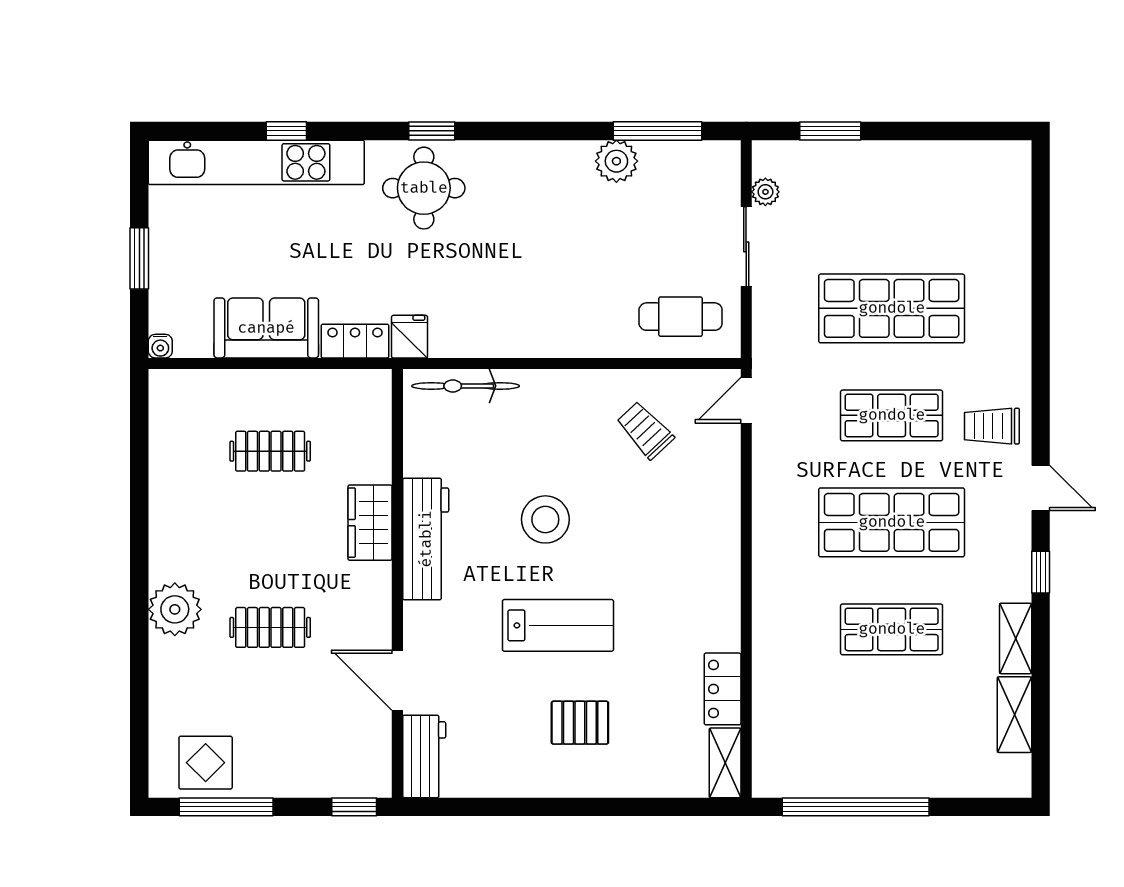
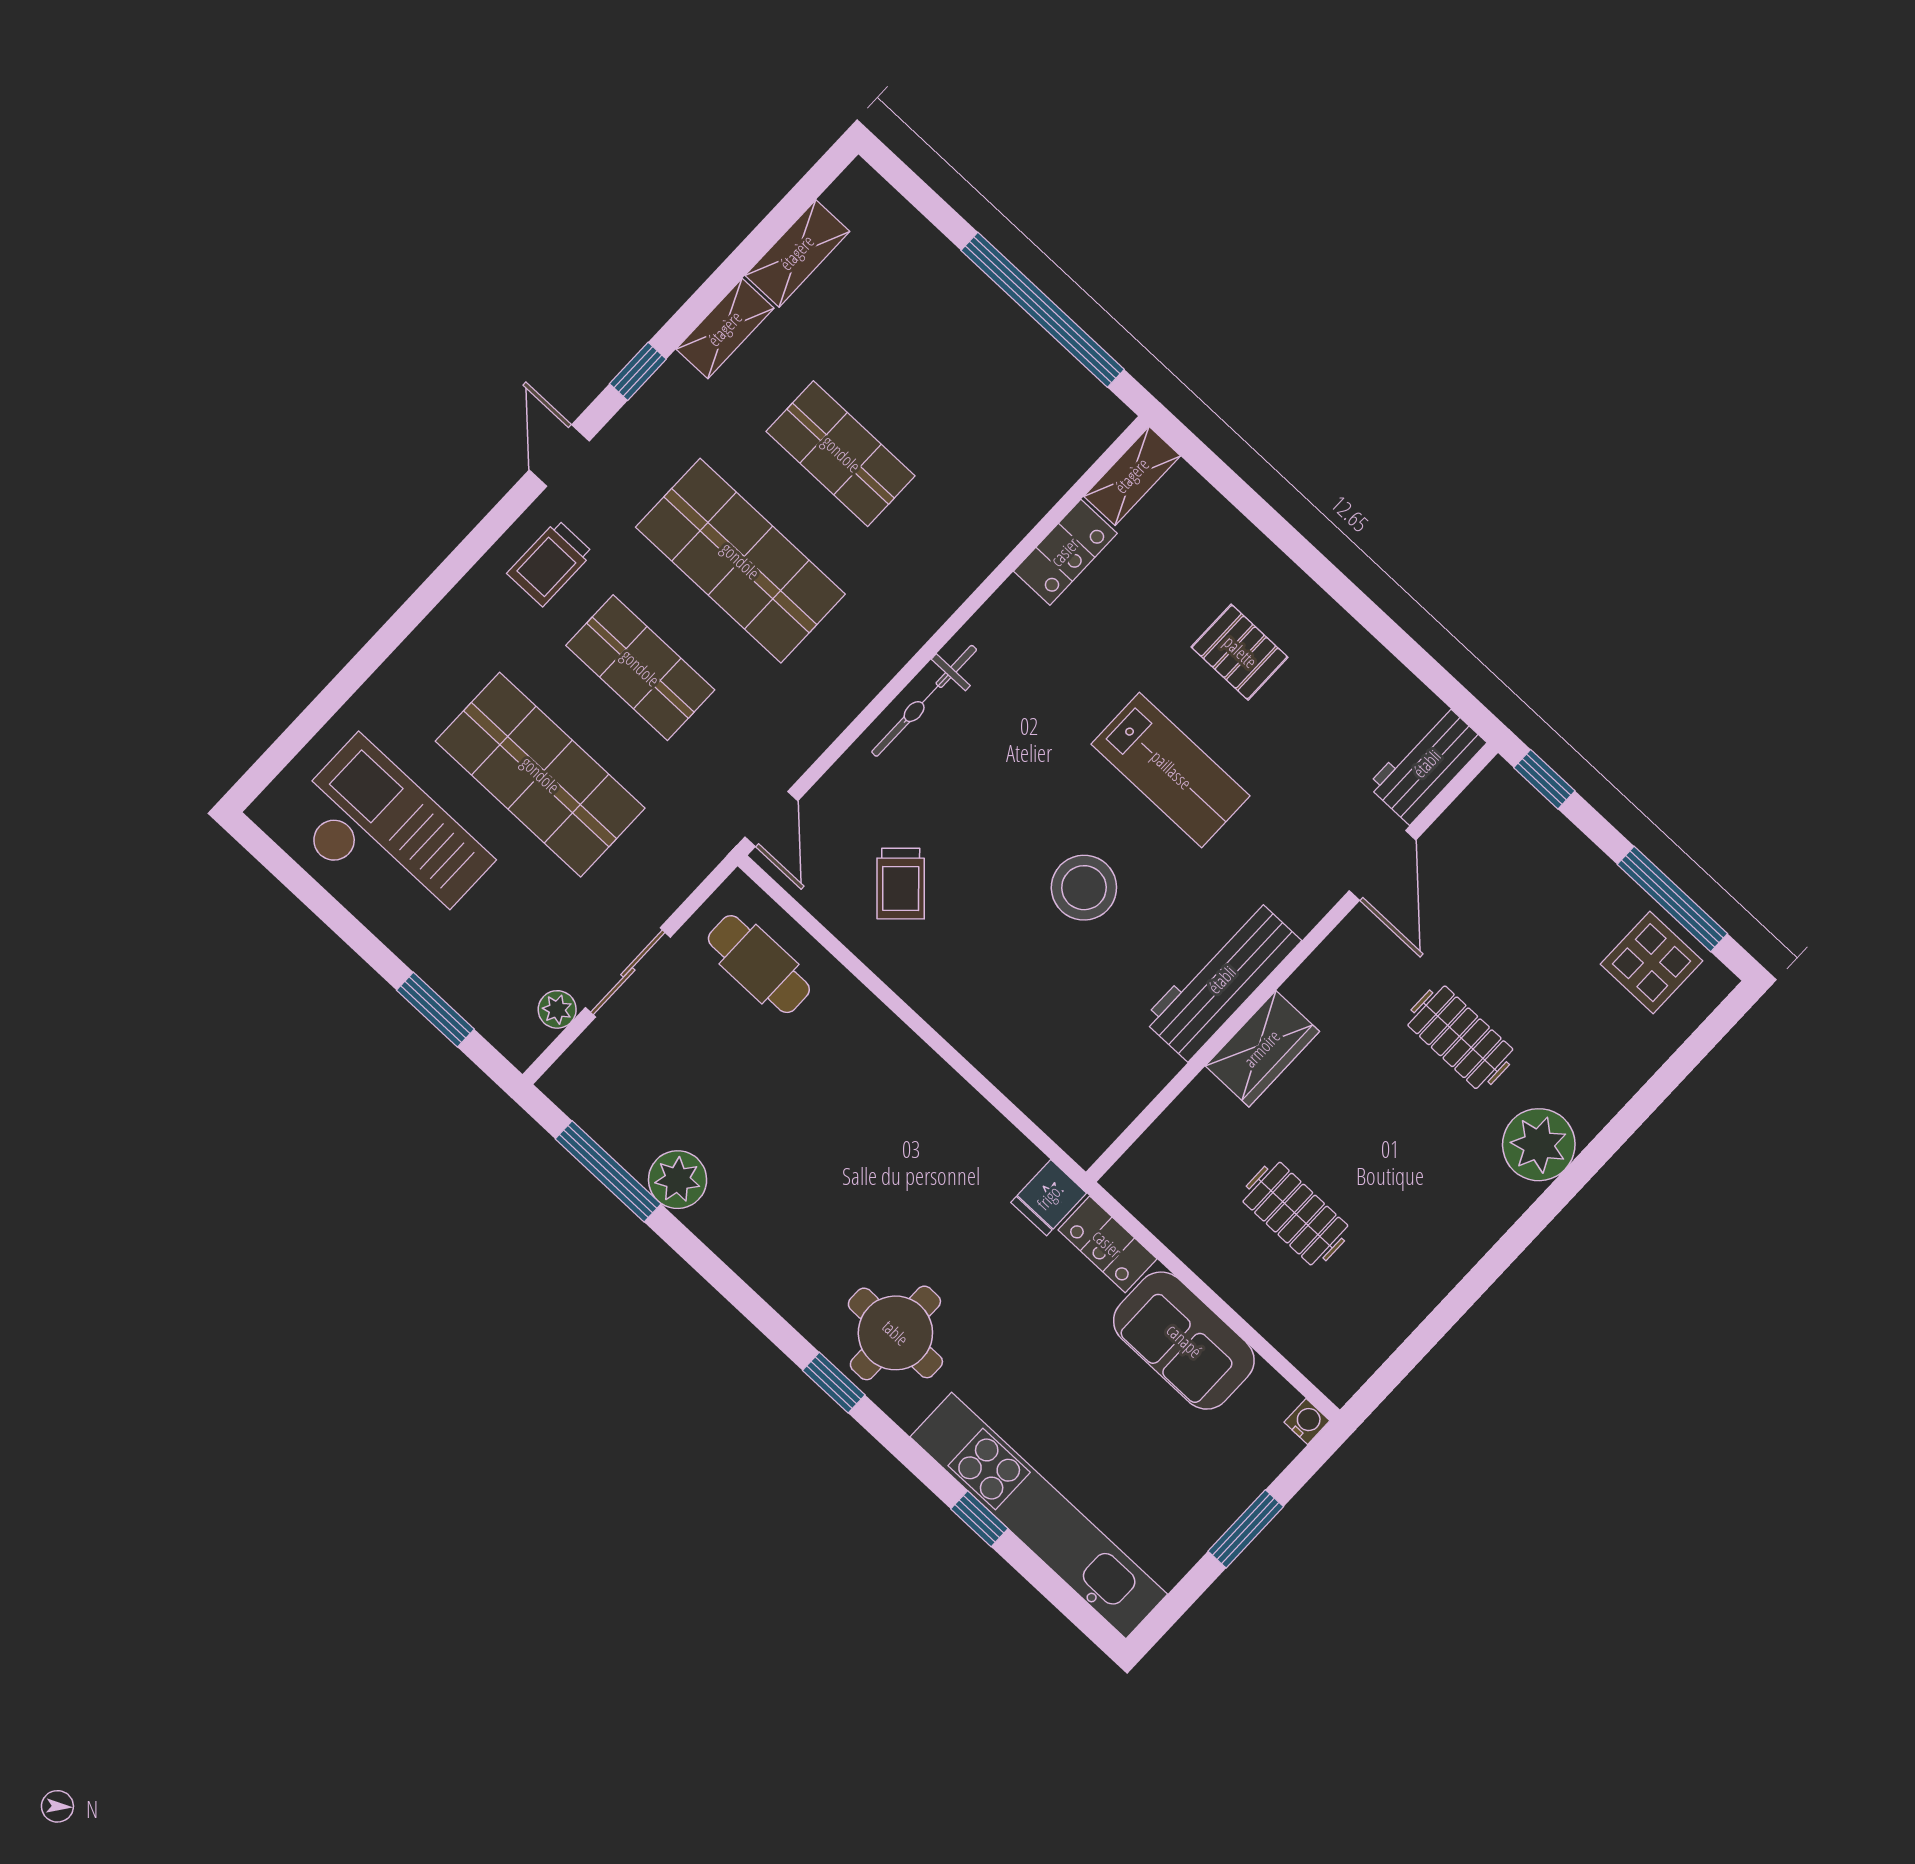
checkout: (941, 198) -> (387, 838), added
bicycle: (466, 386) -> (924, 701), moved, turned 90
door: (746, 400) -> (771, 819), hinge flipped
trolley: (992, 426) -> (550, 563), turned 90
lab bench: (558, 625) -> (1171, 770), turned 180

